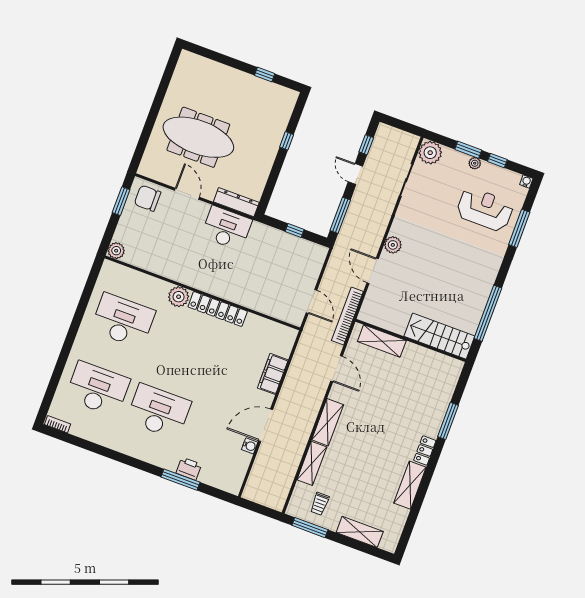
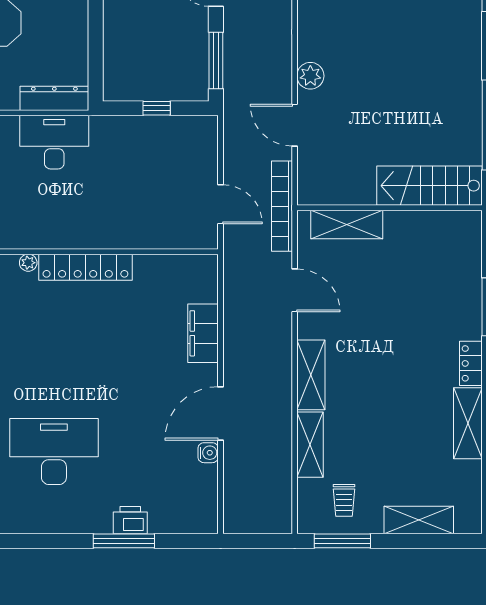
plant: (179, 297) -> (28, 263), width x0.53, depth x0.53

